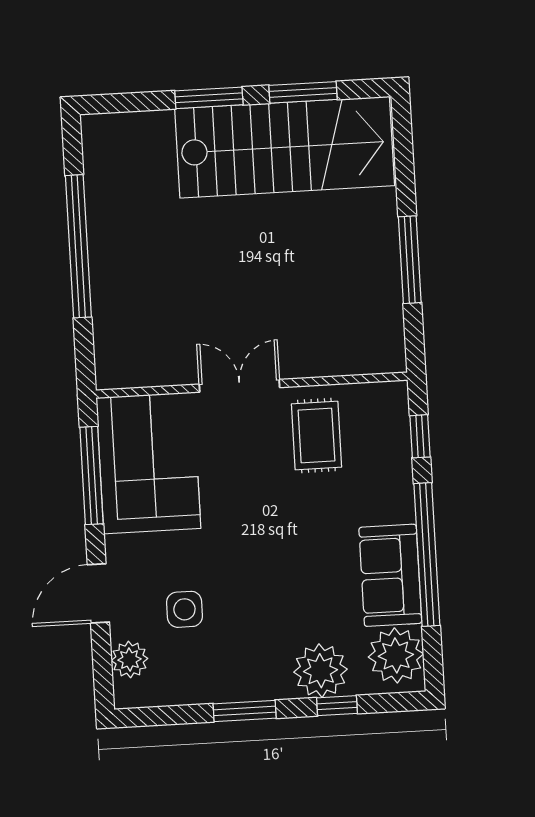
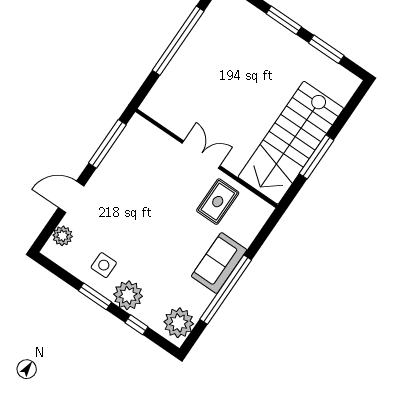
stairs: (285, 147) -> (291, 143), moved, turned 90
window: (420, 436) -> (262, 236), removed
corner sofa: (148, 463) -> (136, 157), removed
sofa: (390, 575) -> (219, 263), moved
side table: (184, 609) -> (104, 265), moved
plant: (321, 671) -> (128, 295), moved

